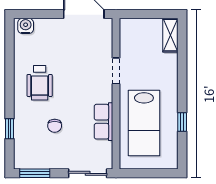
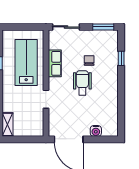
water cooler: (26, 26) -> (96, 131), moved
wheelchair: (40, 83) -> (82, 83), moved

